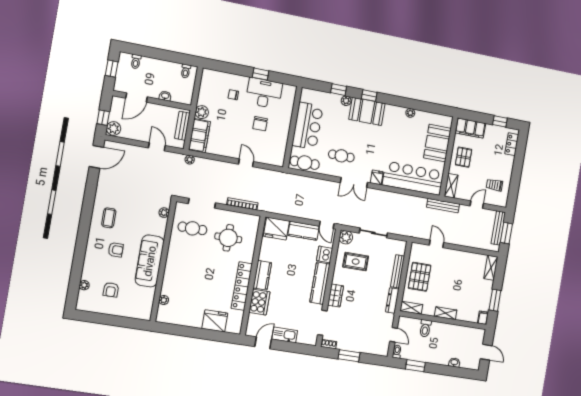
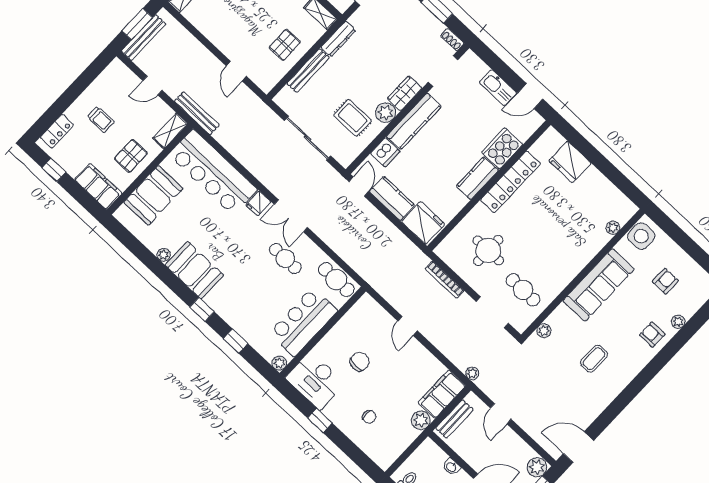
desk: (264, 93) -> (315, 381), moved
plant: (346, 101) -> (279, 363), moved
booth: (367, 111) -> (194, 270), moved
double door: (354, 182) -> (291, 216), swing flipped
trolley: (495, 185) -> (101, 120), moved
coffee table: (109, 218) -> (594, 359), moved
sliding door: (373, 233) -> (307, 138), width x1.37
plant: (346, 237) -> (386, 113), moved
armchair: (116, 250) -> (652, 335), moved
pallet: (420, 277) -> (285, 45), width x0.67, depth x0.71
plant: (84, 285) -> (678, 322), moved
side table: (143, 306) -> (641, 236), added

